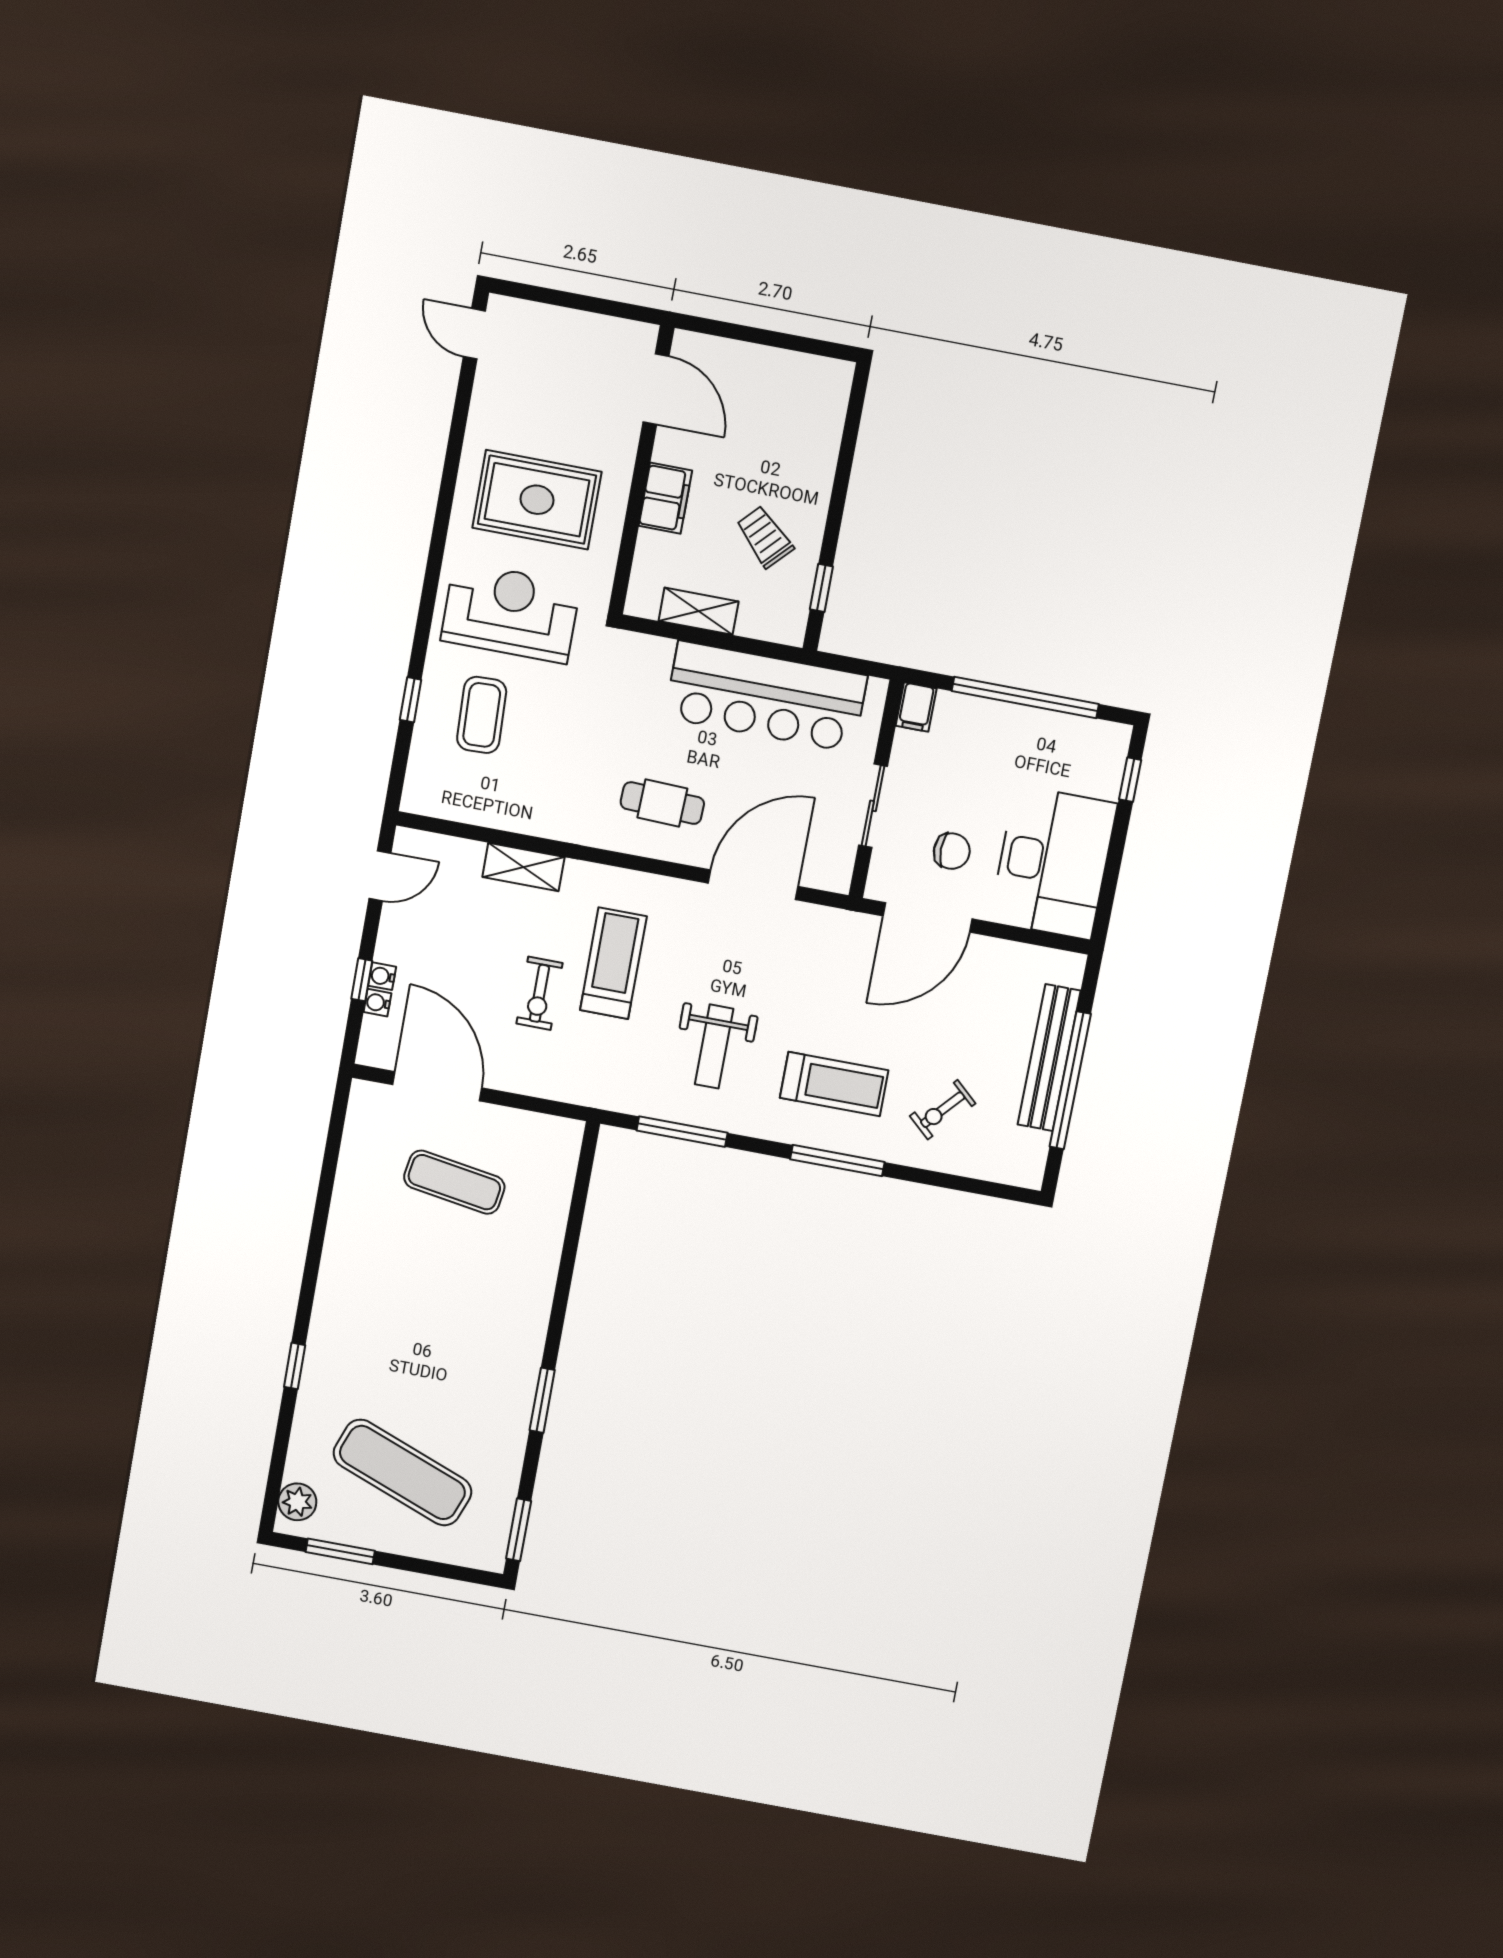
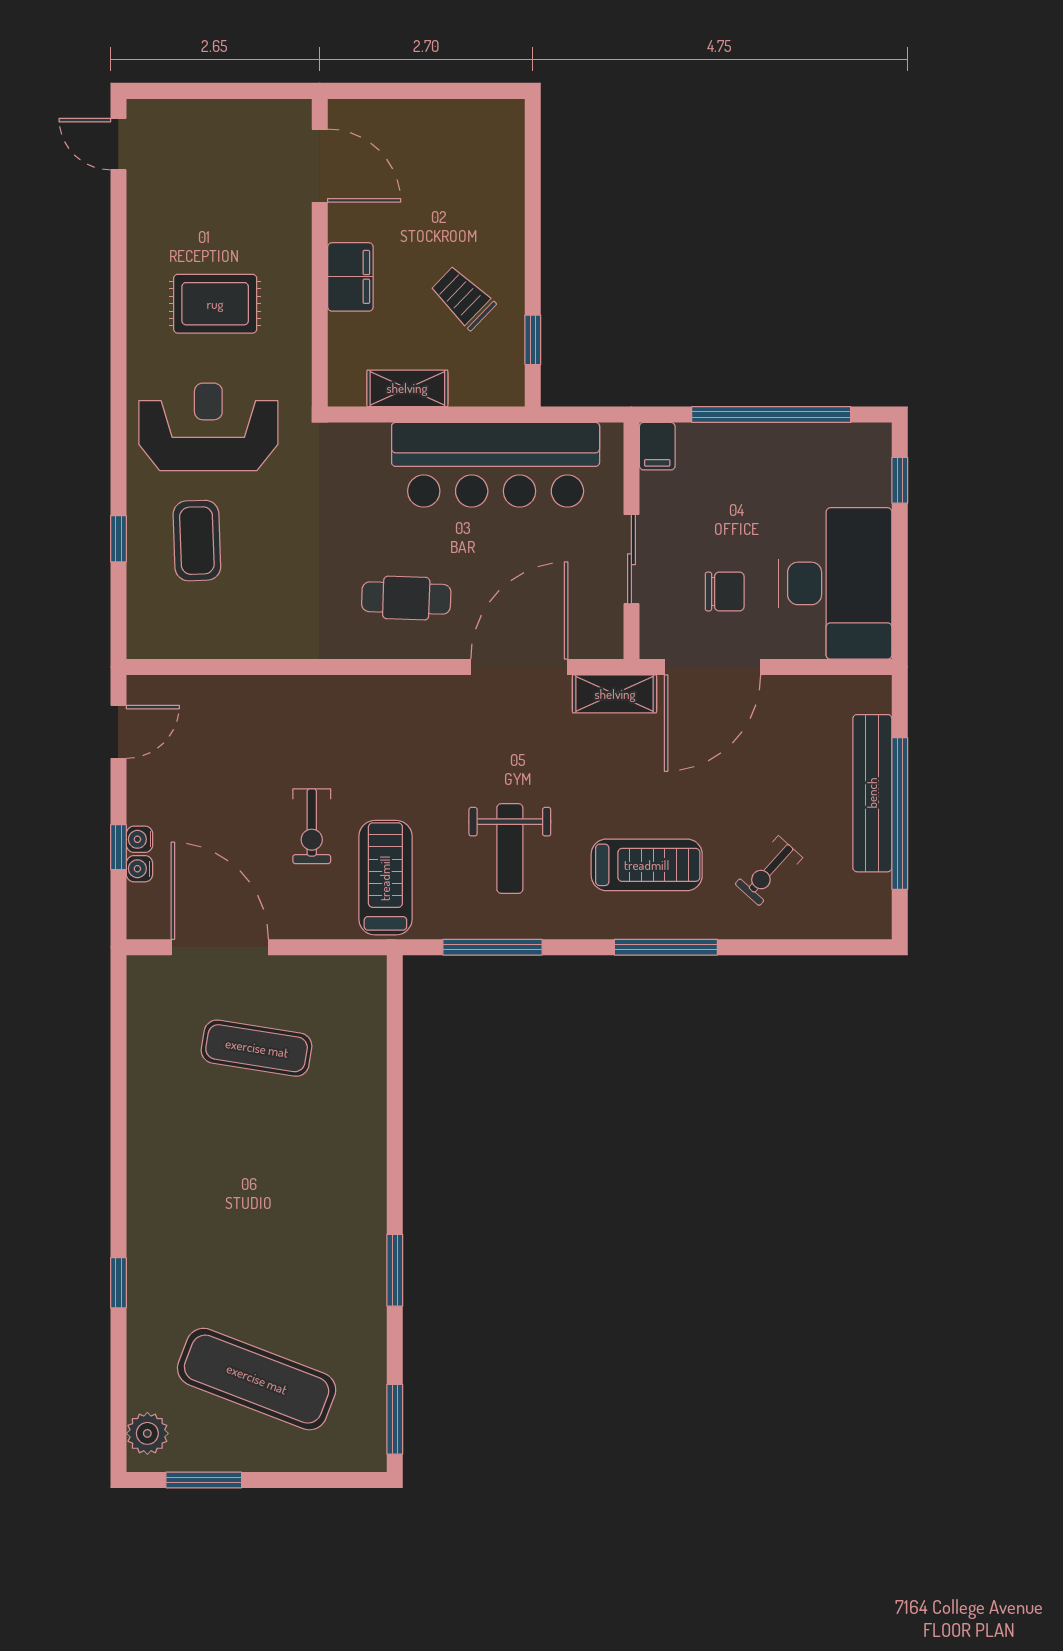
rug: (537, 500) -> (215, 304), width x0.73, depth x0.70
shelving: (523, 867) -> (615, 694), moved
treadmill: (613, 963) -> (385, 878), moved

